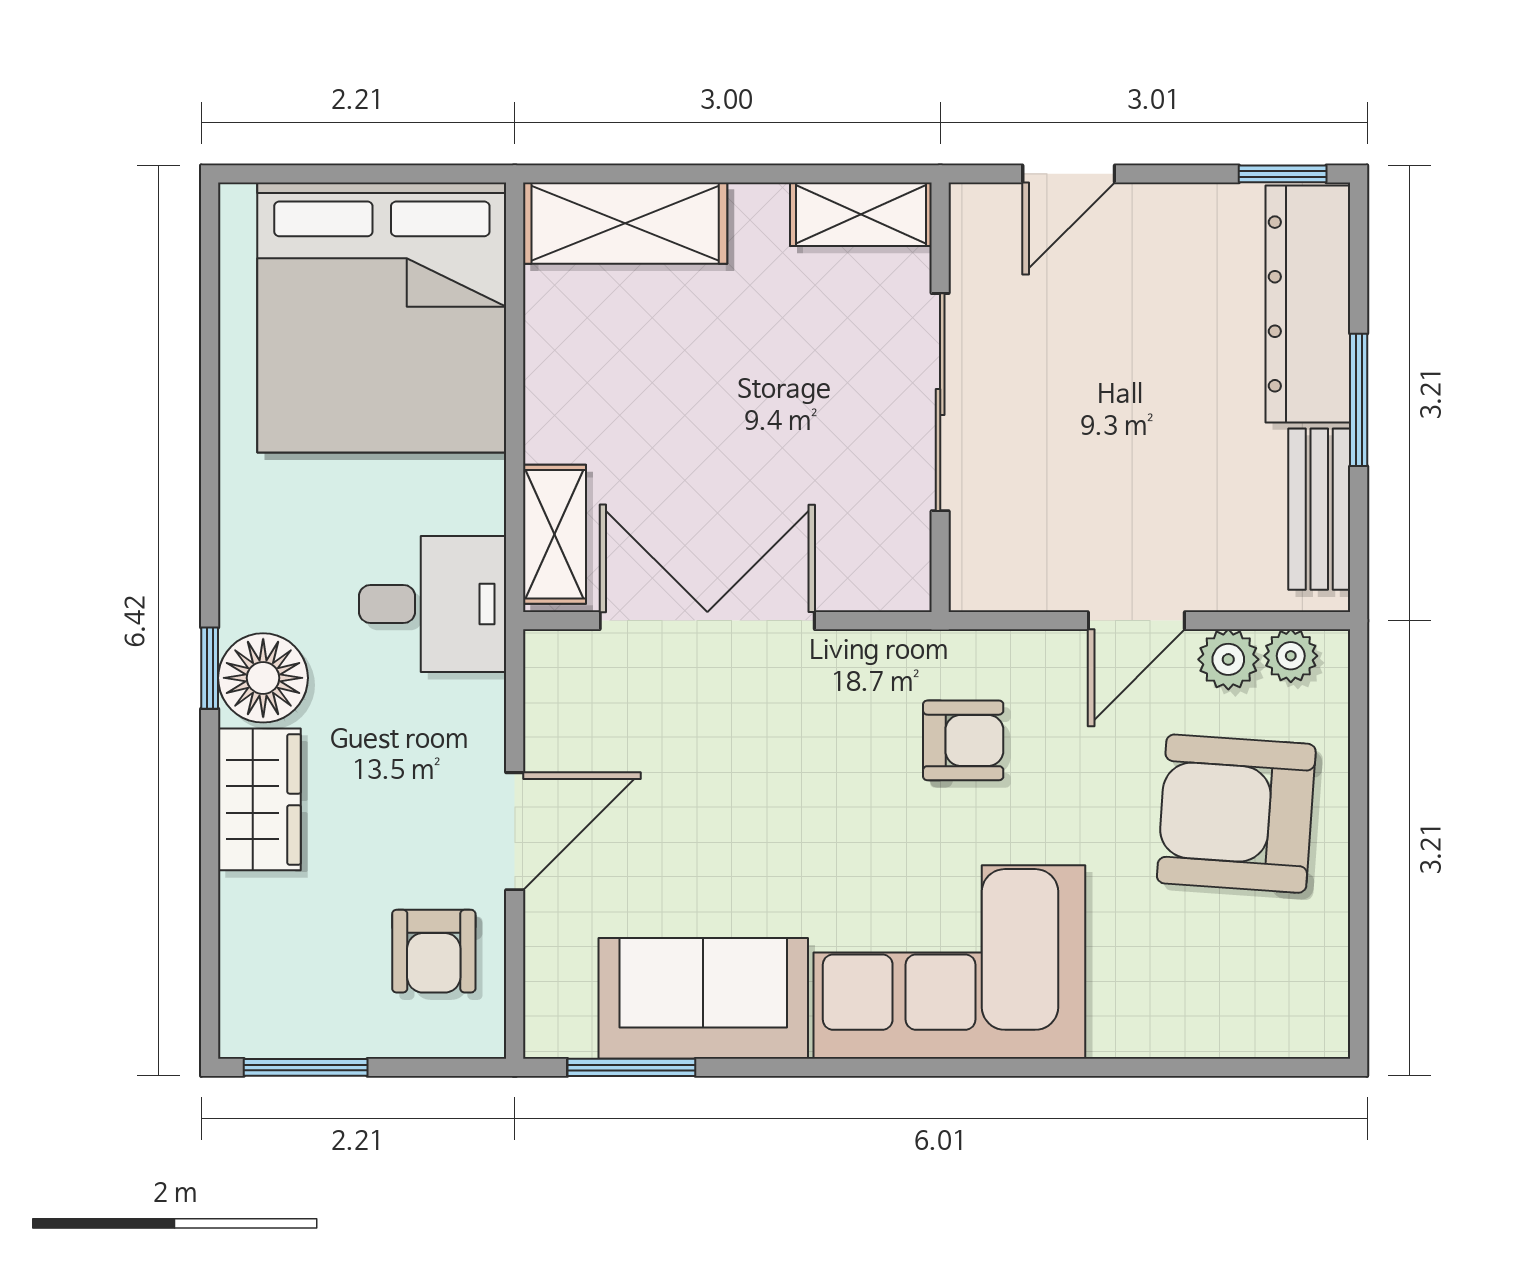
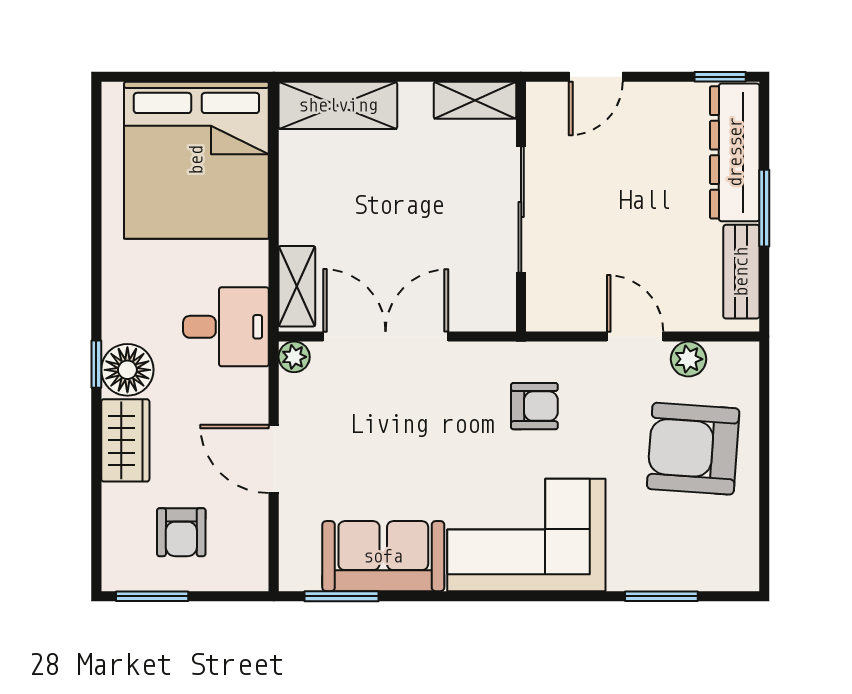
door: (1136, 621) -> (635, 337), swing flipped
plant: (1291, 656) -> (294, 357), moved
door: (515, 831) -> (274, 459), swing flipped
armchair: (434, 951) -> (181, 532), moved
window: (1182, 1067) -> (661, 596), added

